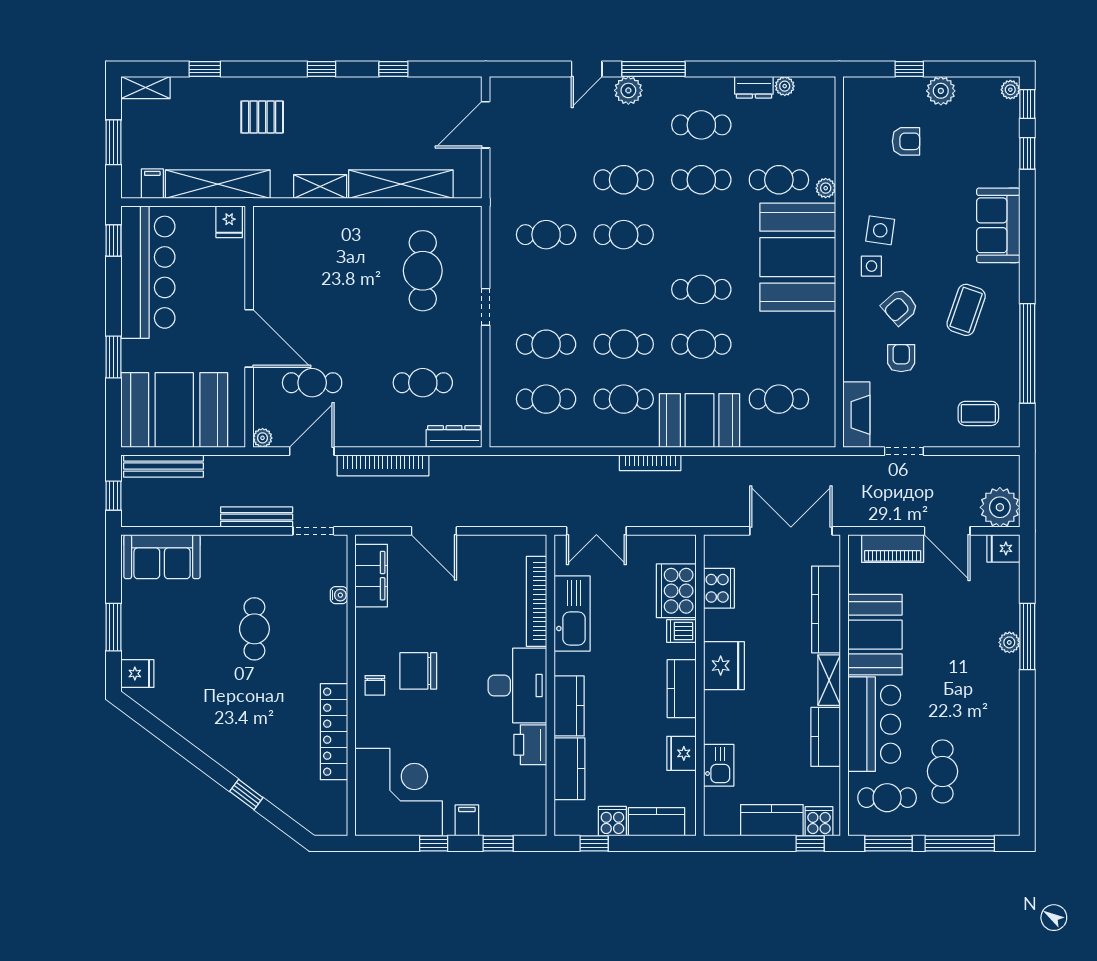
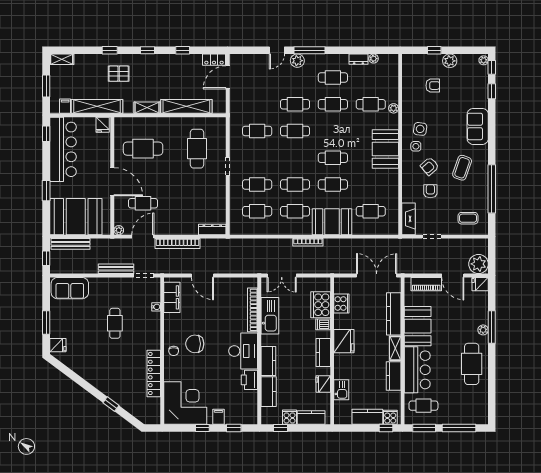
window: (205, 69) -> (110, 50), moved
locker: (458, 88) -> (214, 60), added
booth: (798, 257) -> (385, 149), width x0.73, depth x0.70
cafe table: (423, 383) -> (143, 149), moved, width x1.37, depth x1.35
cafe table: (942, 771) -> (472, 364), moved, width x1.37, depth x1.35

